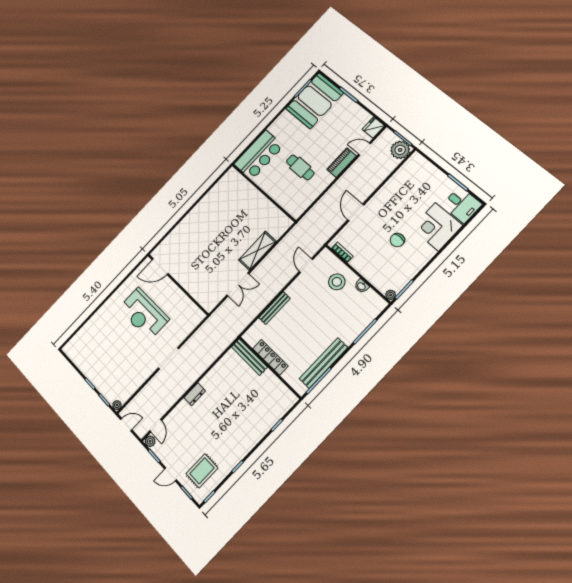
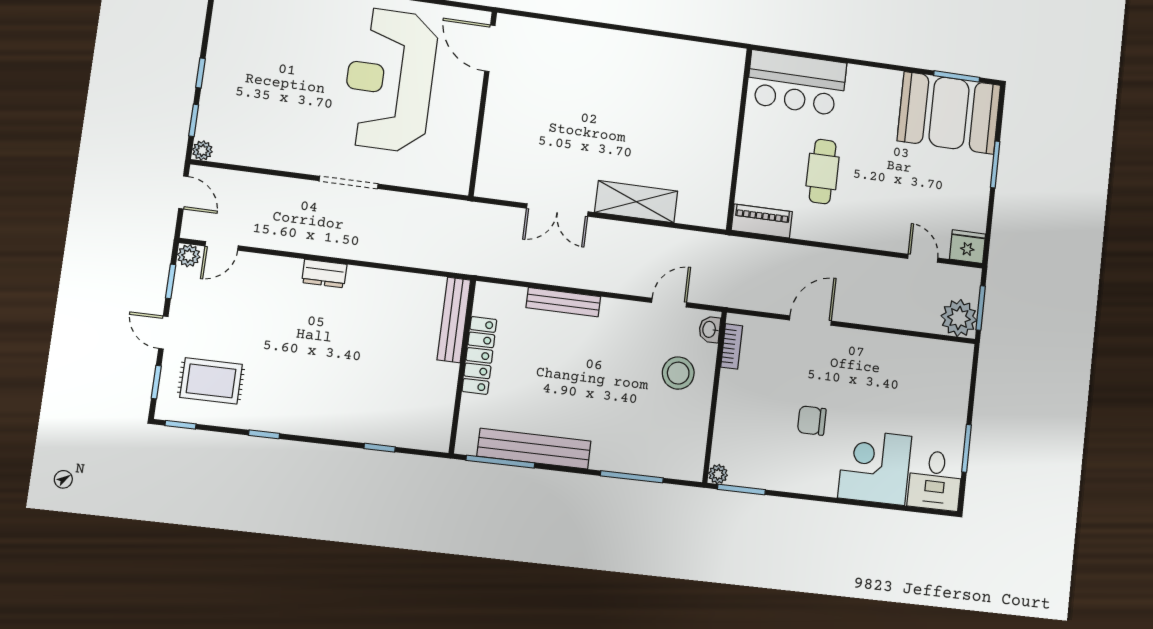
piano: (342, 163) -> (762, 221), moved
washbasin: (362, 286) -> (710, 329), moved
reception desk: (144, 314) -> (390, 80), width x1.36, depth x1.30

